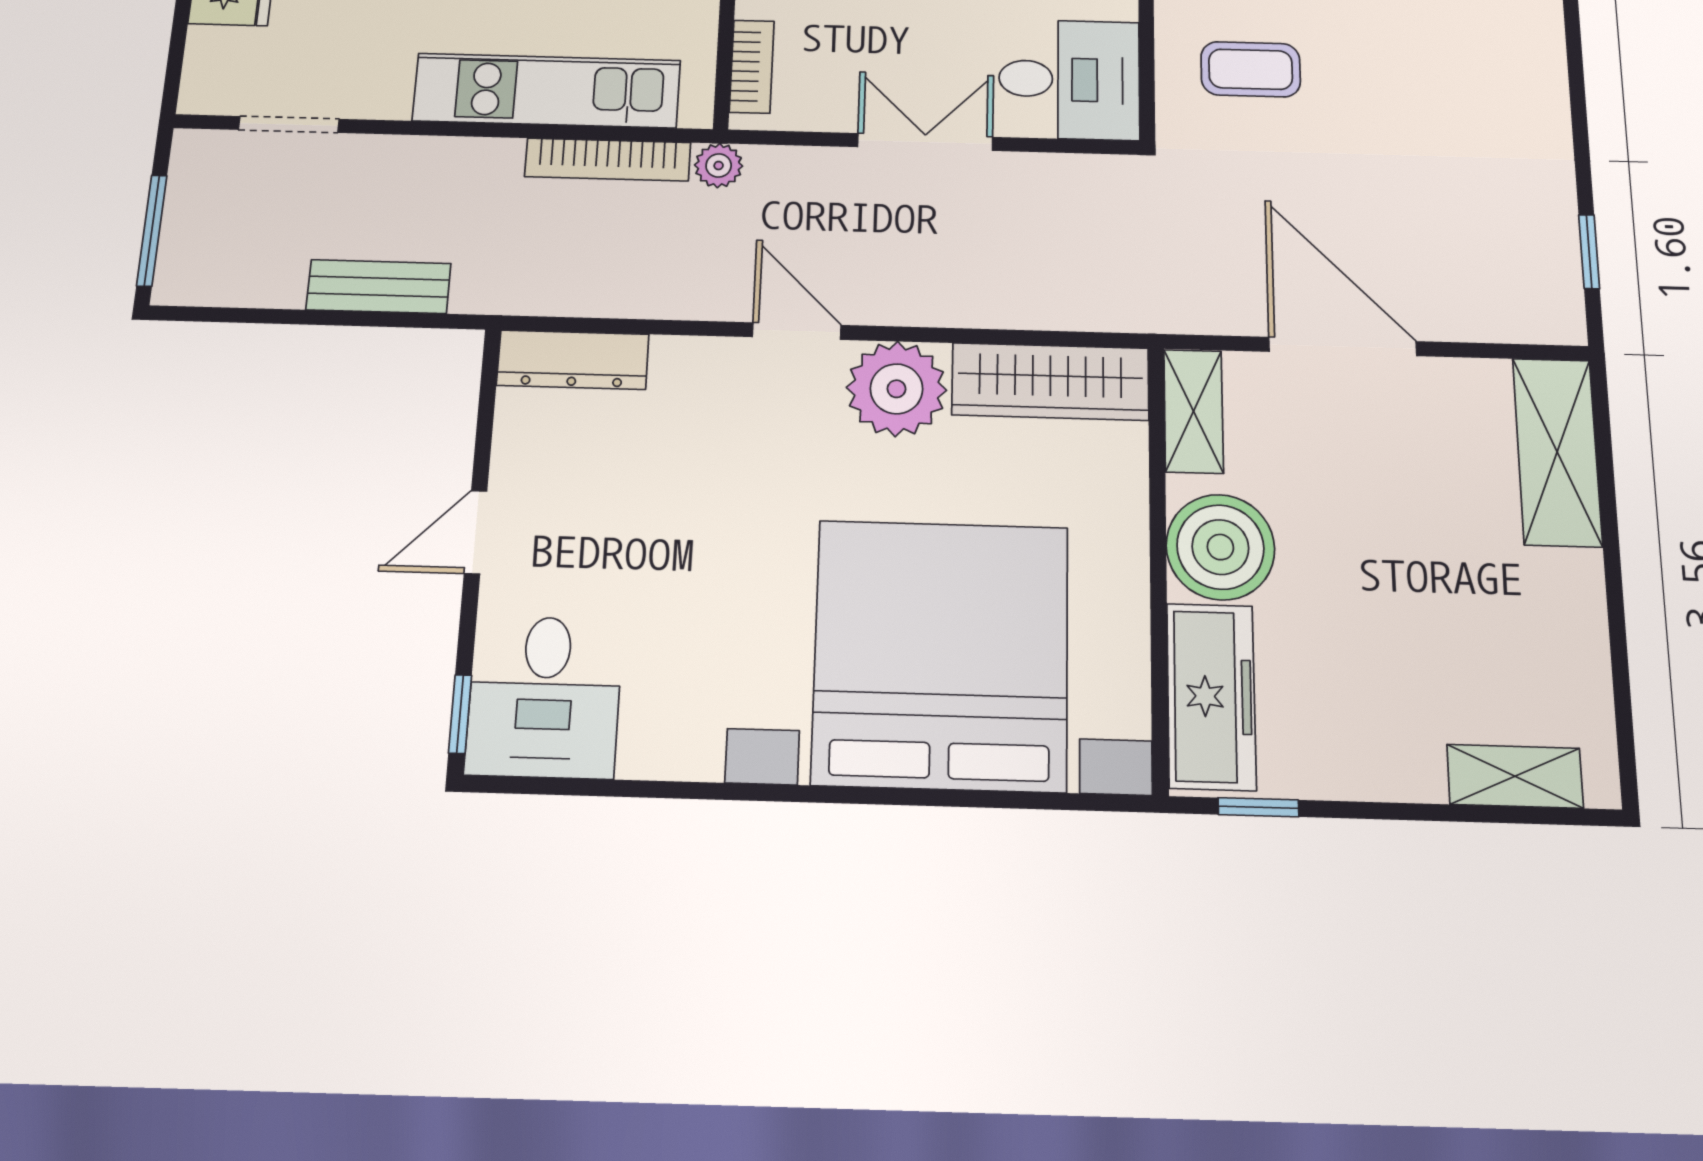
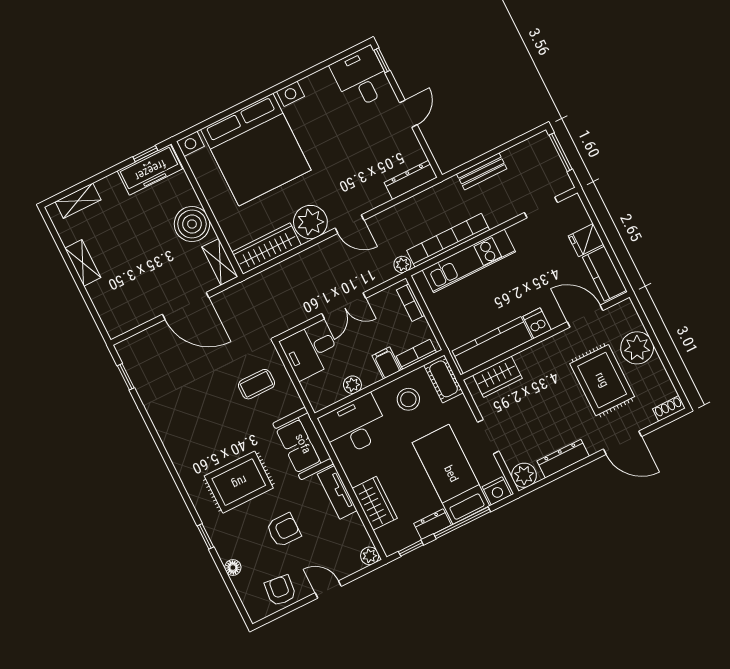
bookcase: (608, 160) -> (448, 240), width x1.48, depth x1.31
shelving: (1557, 452) -> (83, 263), moved, width x0.67, depth x0.75
freezer: (1211, 696) -> (150, 170), moved, turned -90

